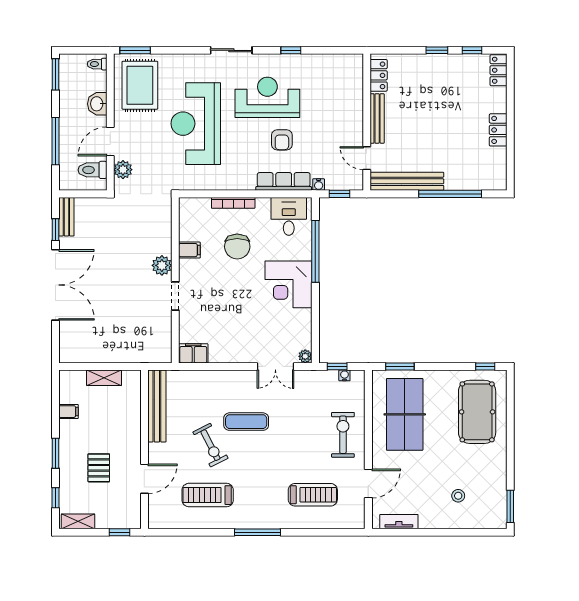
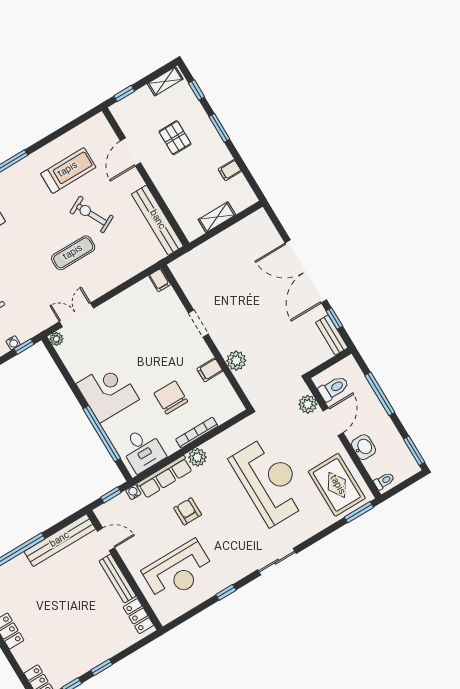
reception desk: (267, 97) -> (178, 571), moved
plant: (245, 181) -> (197, 457), added
plant: (162, 265) -> (236, 361), moved
filing cabinet: (193, 353) -> (160, 280), width x0.50

